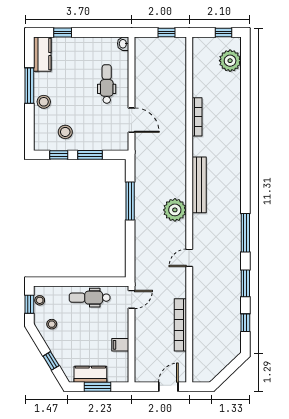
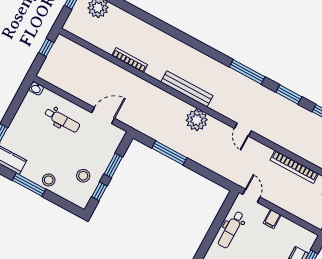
dental chair: (107, 84) -> (62, 120), turned 180
filing cabinet: (120, 345) -> (272, 219), moved

